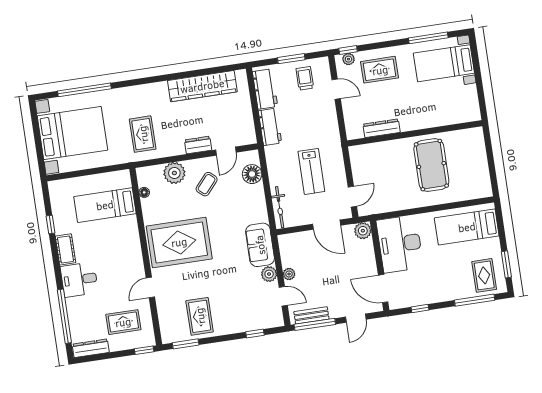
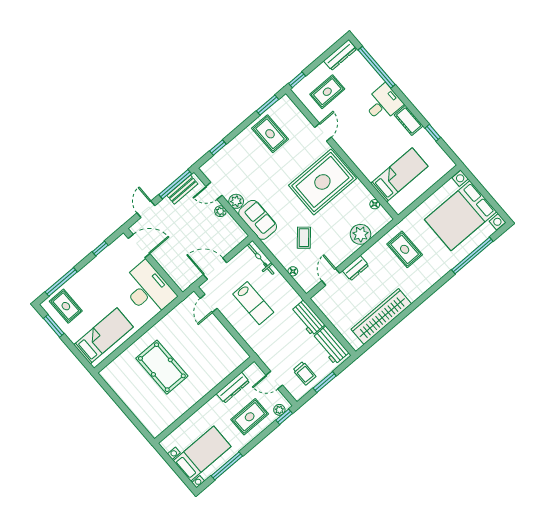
dresser: (382, 128) -> (233, 388), moved
wall: (415, 133) -> (204, 400), moved
lab bench: (311, 171) -> (253, 303), turned 180
floor lamp: (252, 174) -> (293, 271), width x0.53, depth x0.53
coffee table: (207, 184) -> (304, 238), moved
plant: (363, 231) -> (183, 282), removed

